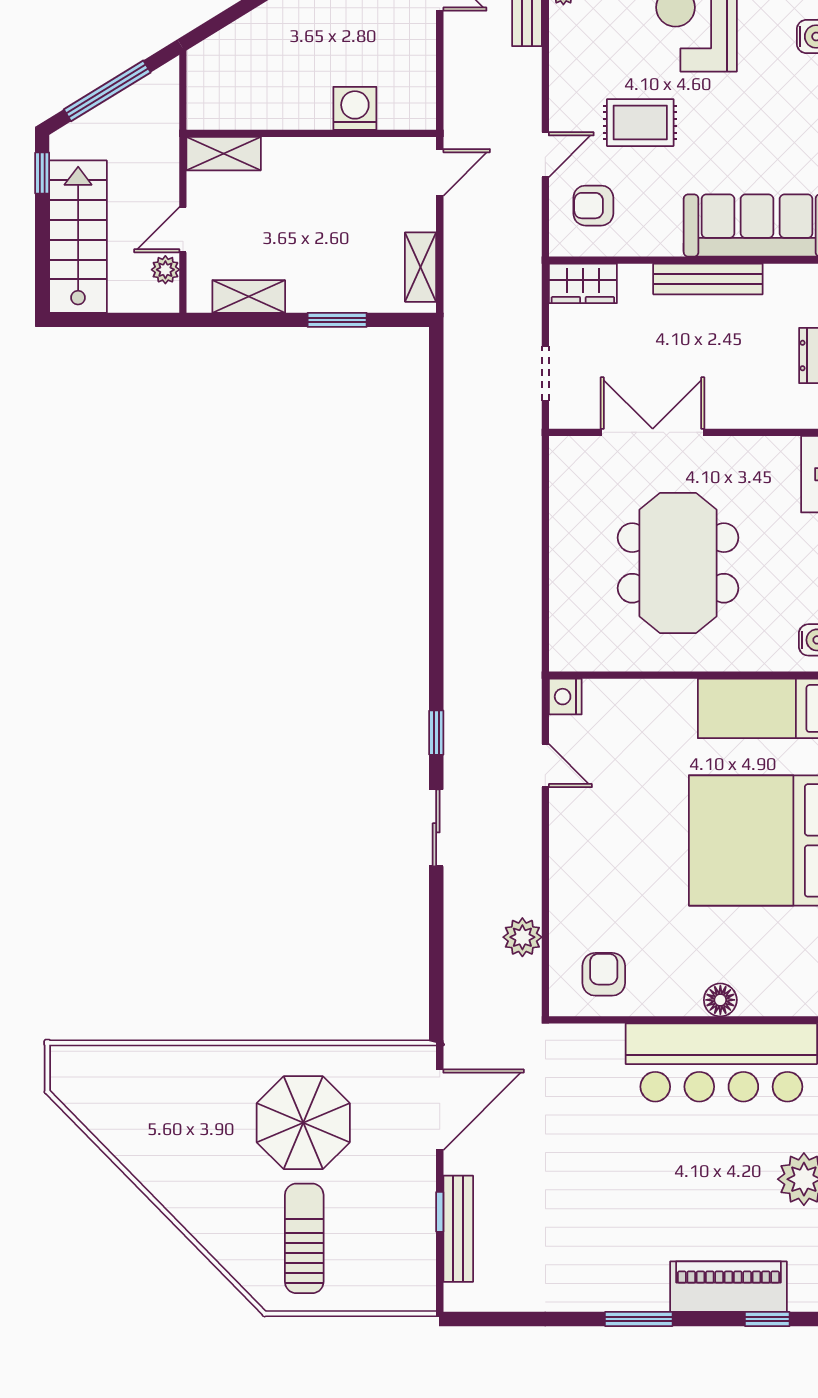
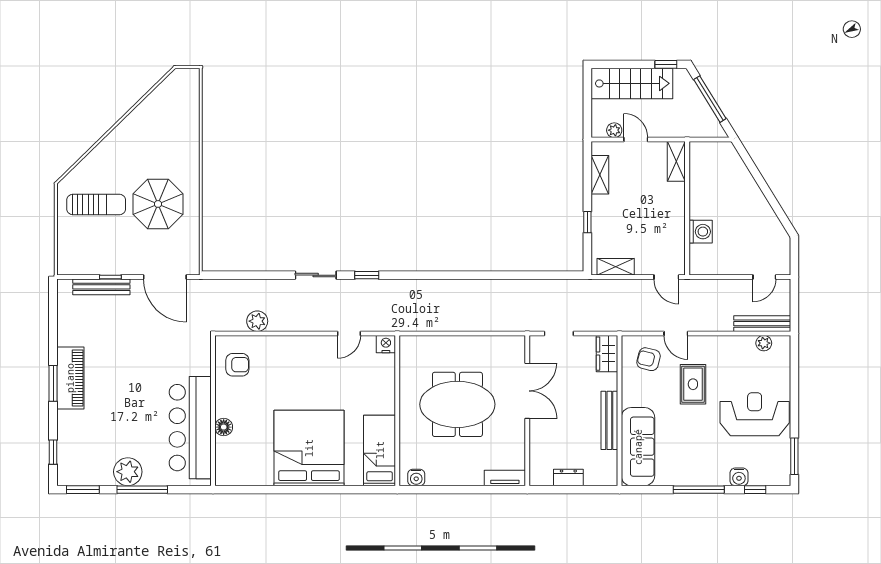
armchair: (593, 206) -> (649, 359), turned -76
window: (337, 320) -> (587, 222), width x0.67
piano: (728, 1287) -> (70, 378), moved

